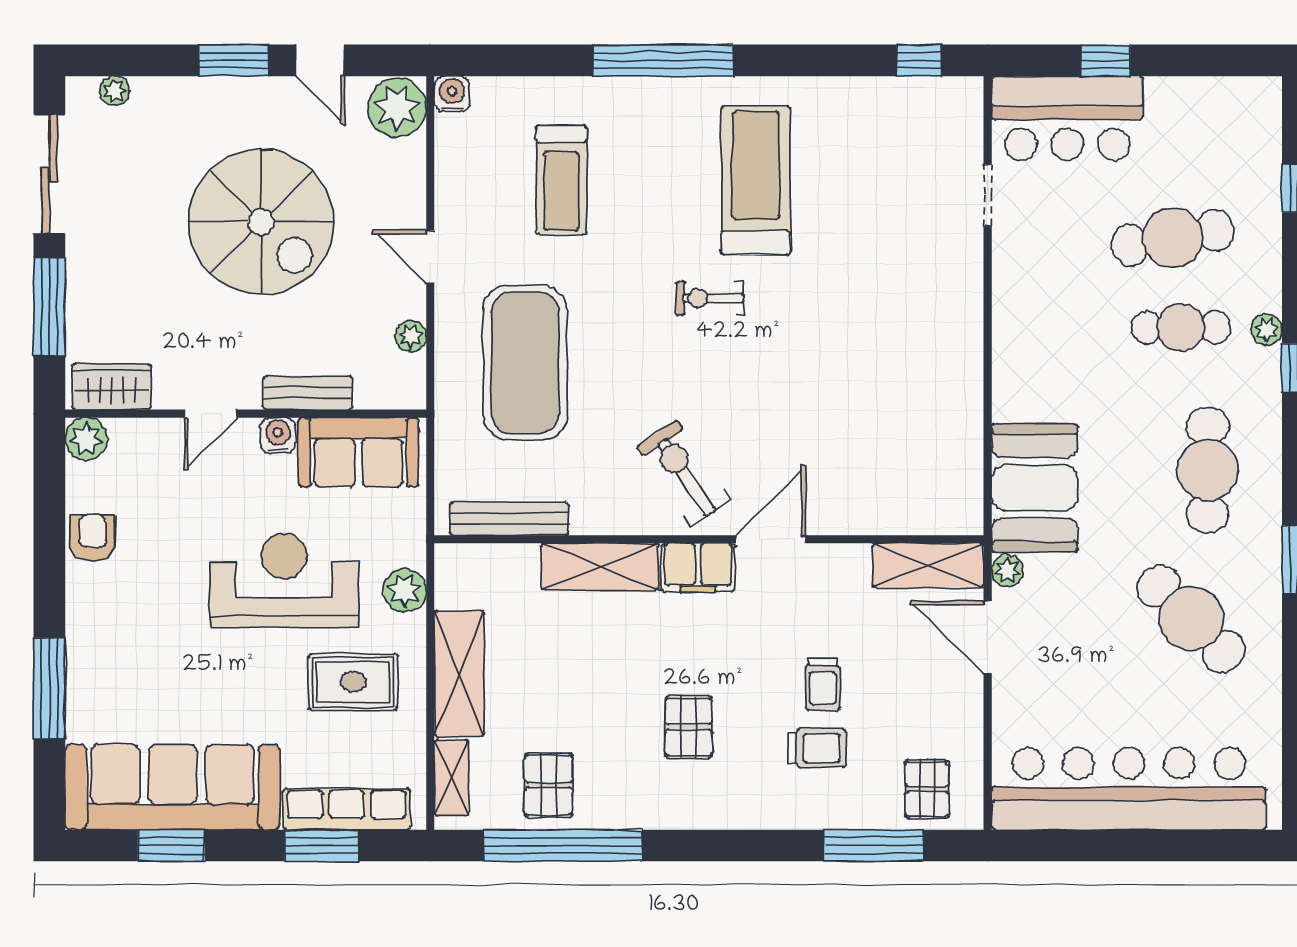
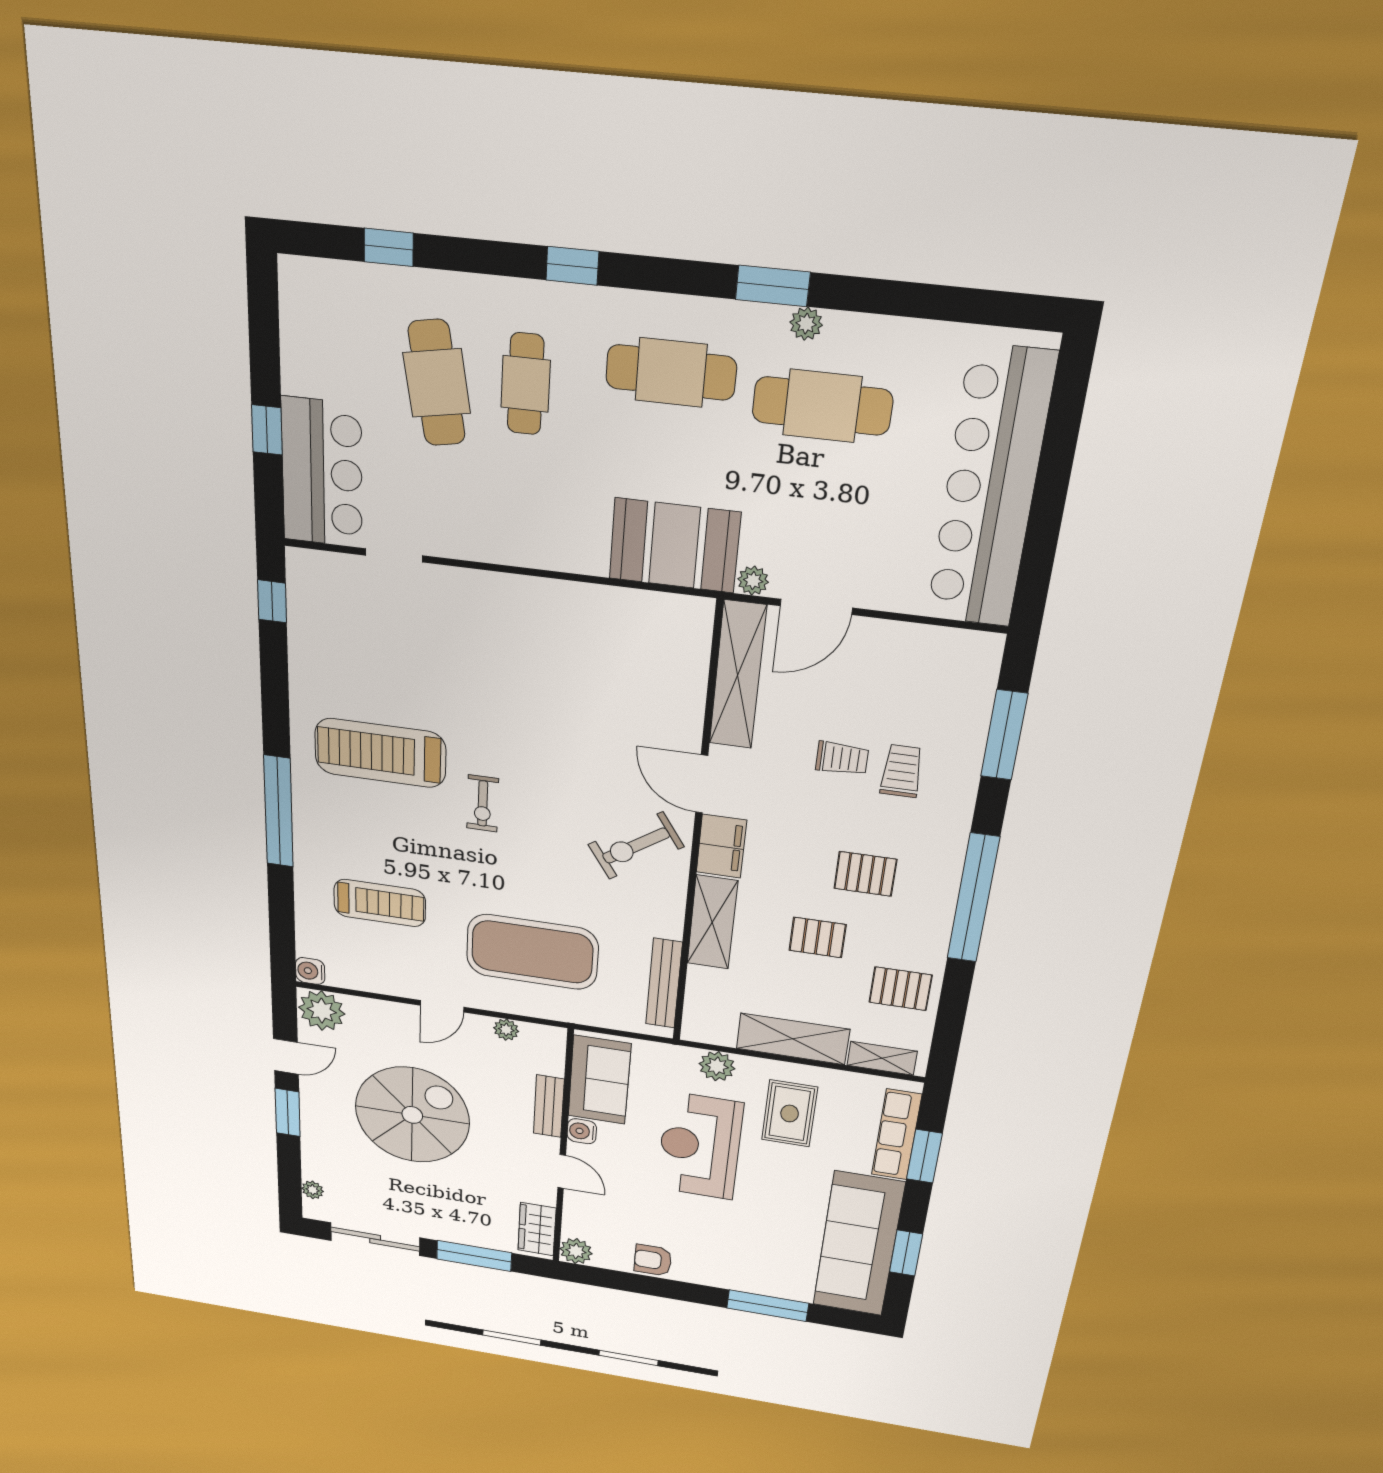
plant: (1266, 329) -> (806, 324), moved
shelving: (928, 565) -> (738, 675), width x1.47
cafe table: (1191, 619) -> (822, 406), turned 45
pallet: (927, 789) -> (818, 937), moved
window: (563, 845) -> (973, 898), moved

